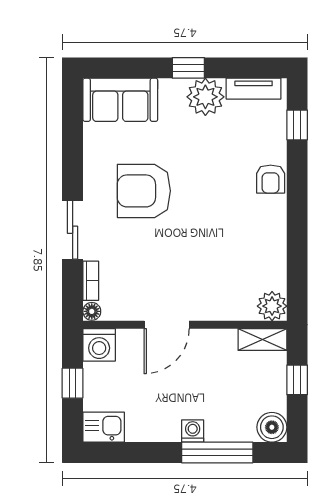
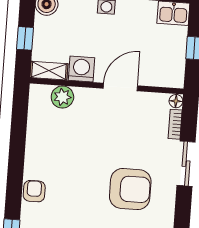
plant: (272, 306) -> (62, 97), moved
washing machine: (99, 345) -> (81, 69), moved

